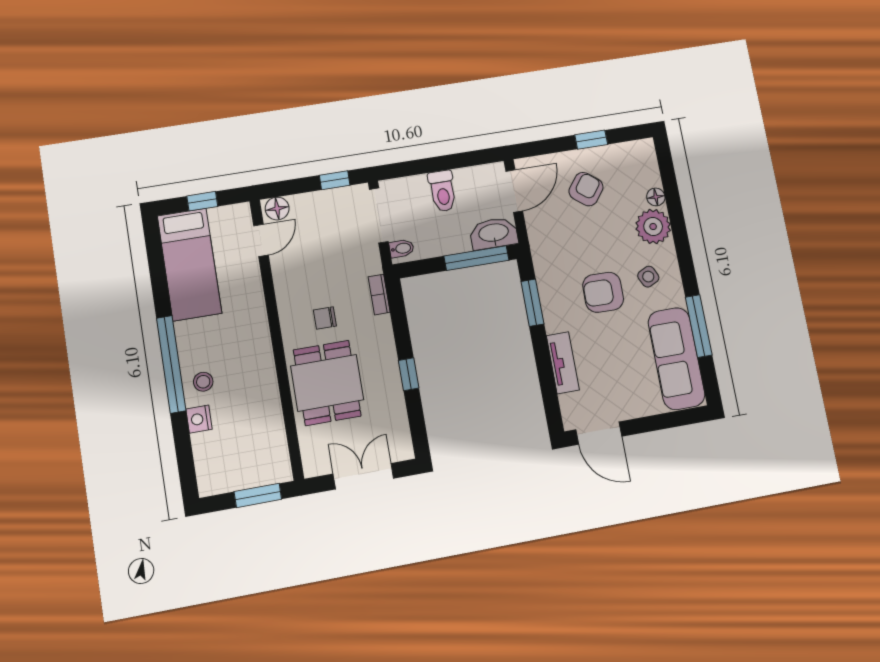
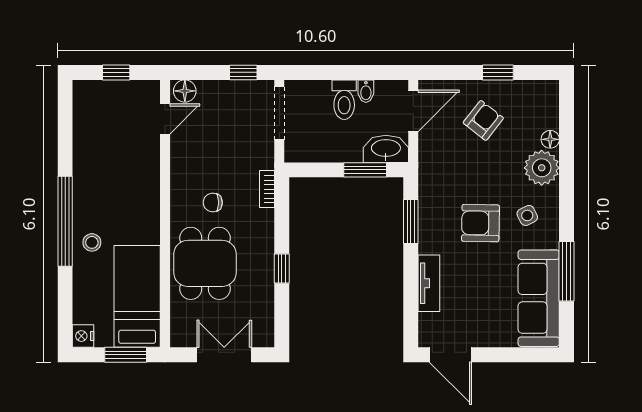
bidet: (402, 248) -> (366, 91), moved, turned 90
window: (476, 258) -> (365, 170), width x0.69
bed: (190, 264) -> (137, 296), moved, turned 180
nightstand: (199, 419) -> (83, 336), moved

